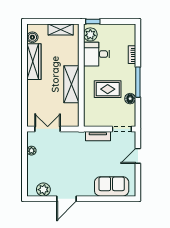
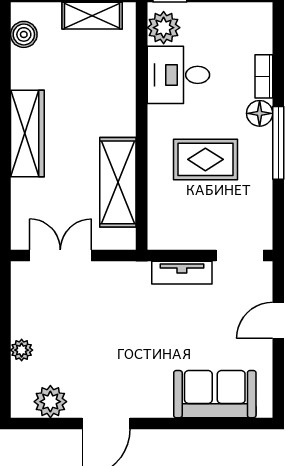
wardrobe: (34, 62) -> (27, 133), moved
shelving: (71, 84) -> (118, 182), moved
floor lamp: (130, 99) -> (260, 113), moved
plant: (31, 151) -> (22, 350), moved

